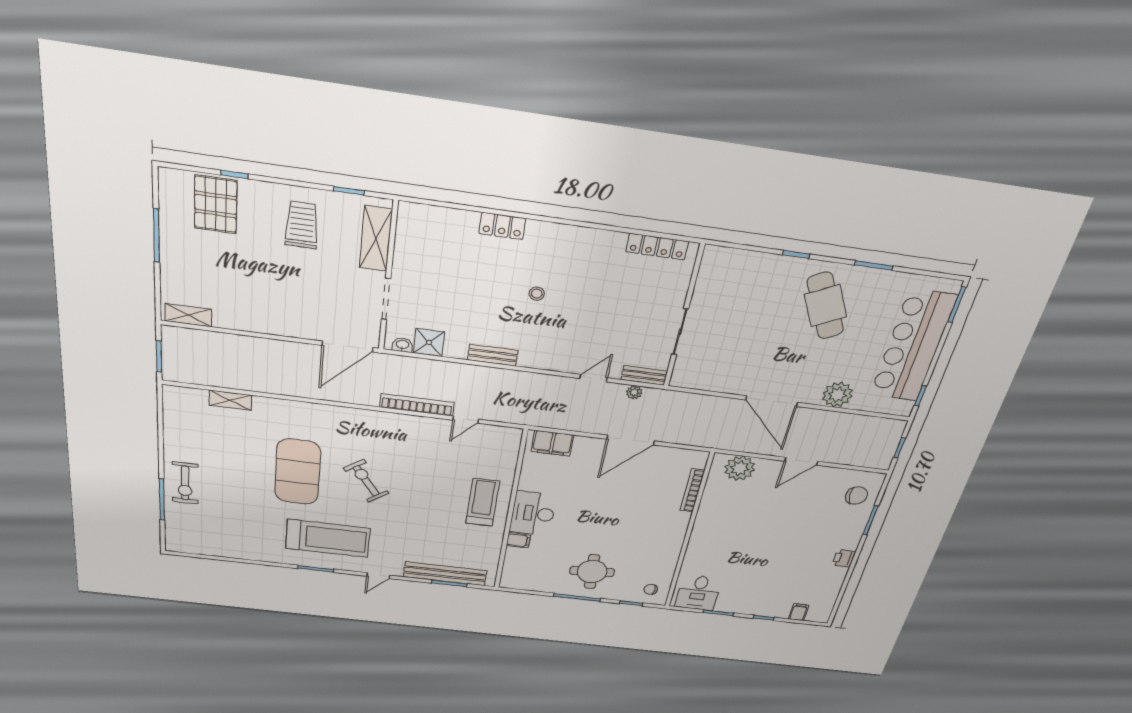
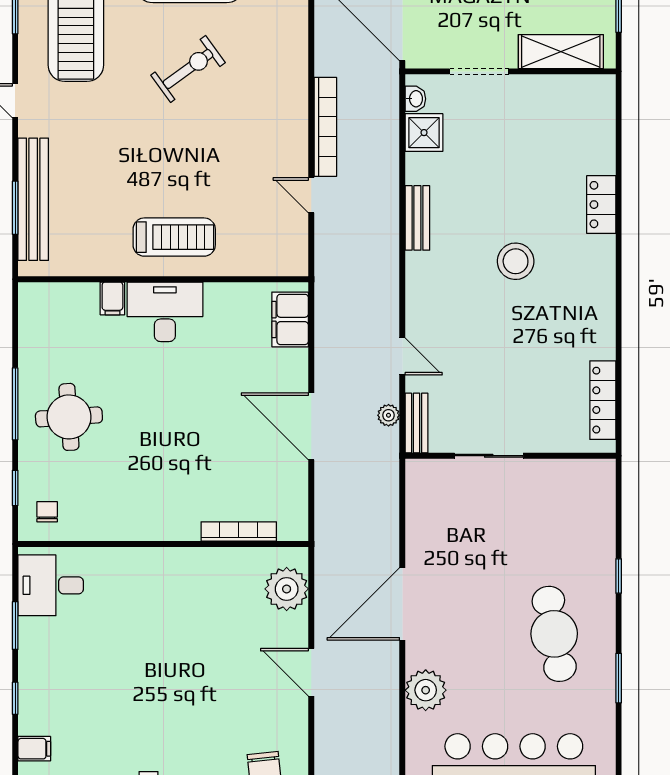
stool: (537, 294) -> (516, 261), width x1.89, depth x1.89
cafe table: (825, 306) -> (554, 634), turned -73

